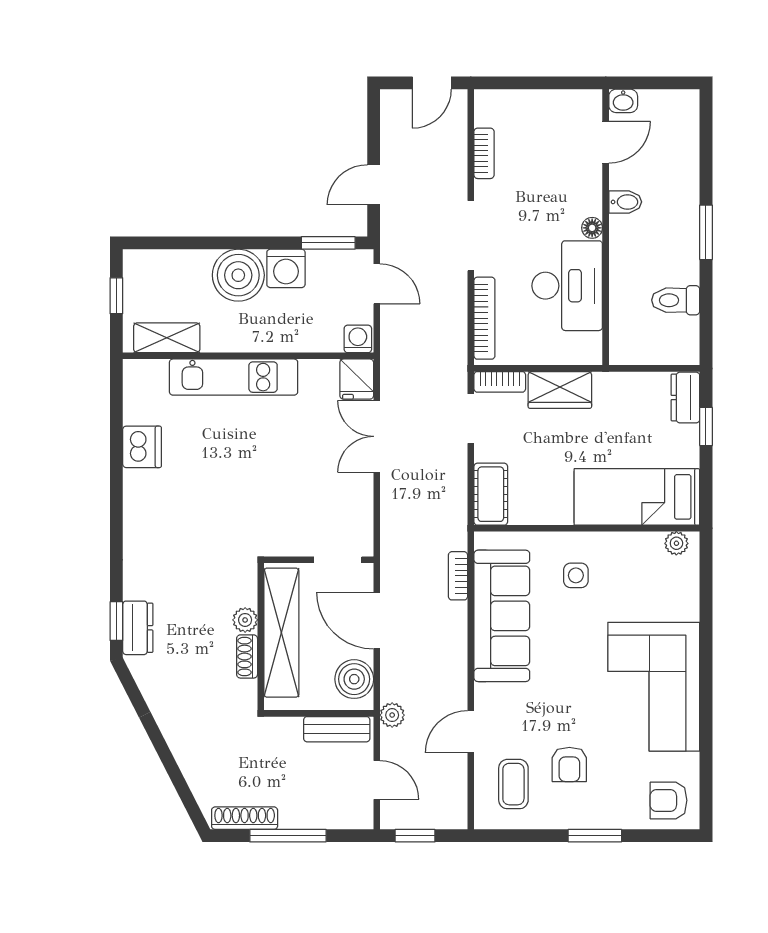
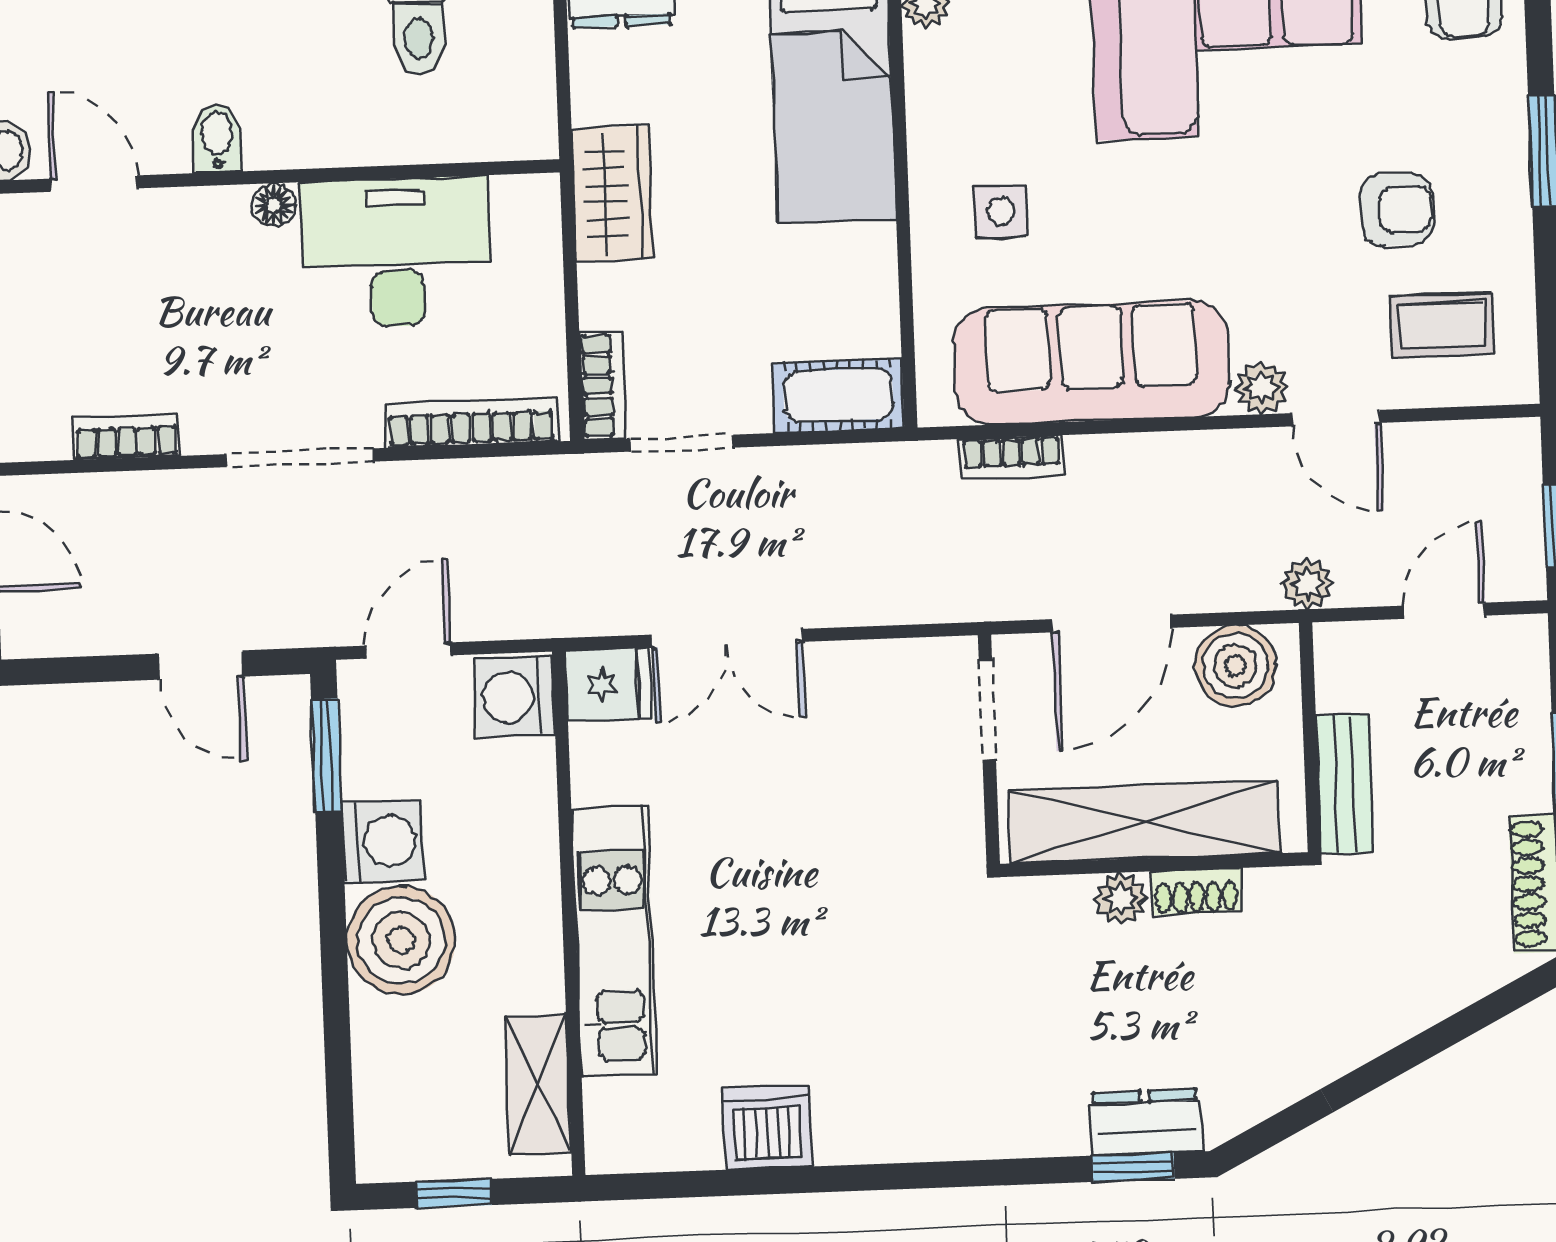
washing machine: (358, 339) -> (514, 697), width x1.38, depth x1.38
wardrobe: (560, 390) -> (612, 194), moved
plant: (487, 697) -> (1262, 388), added
bench: (337, 729) -> (1345, 784), moved

